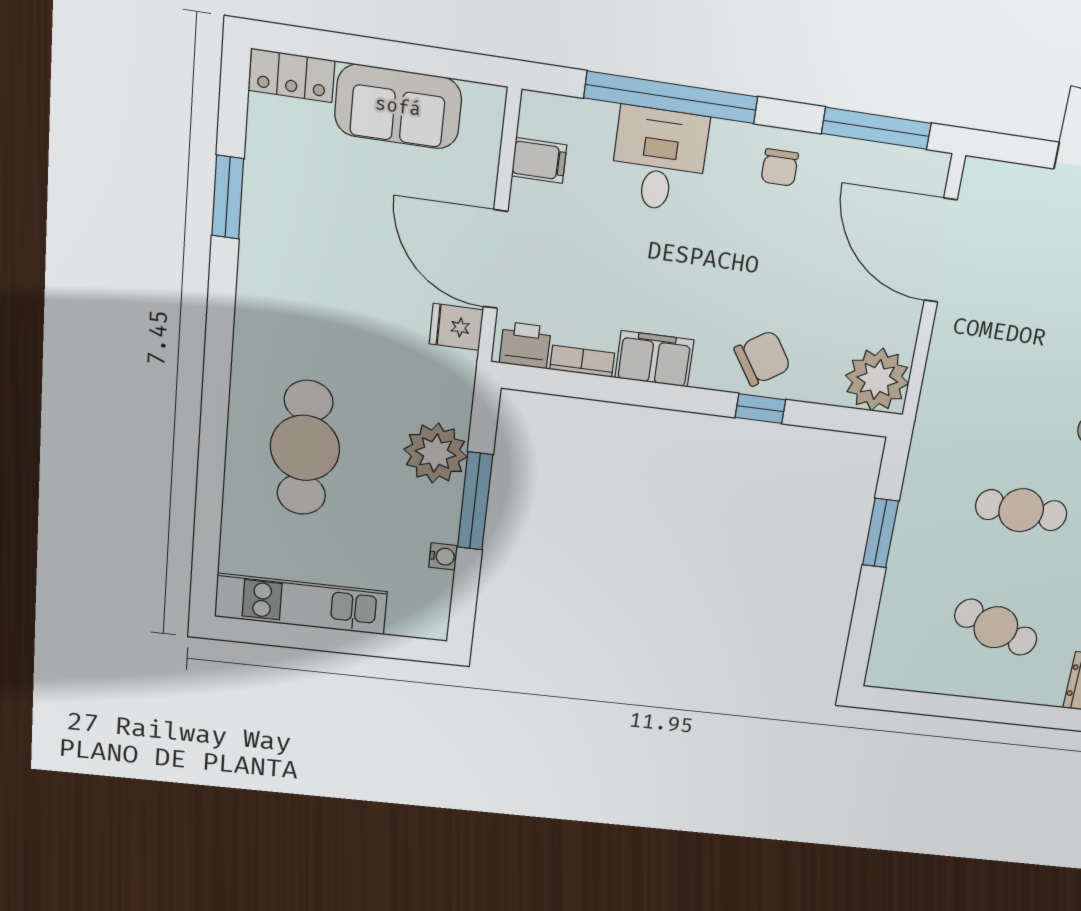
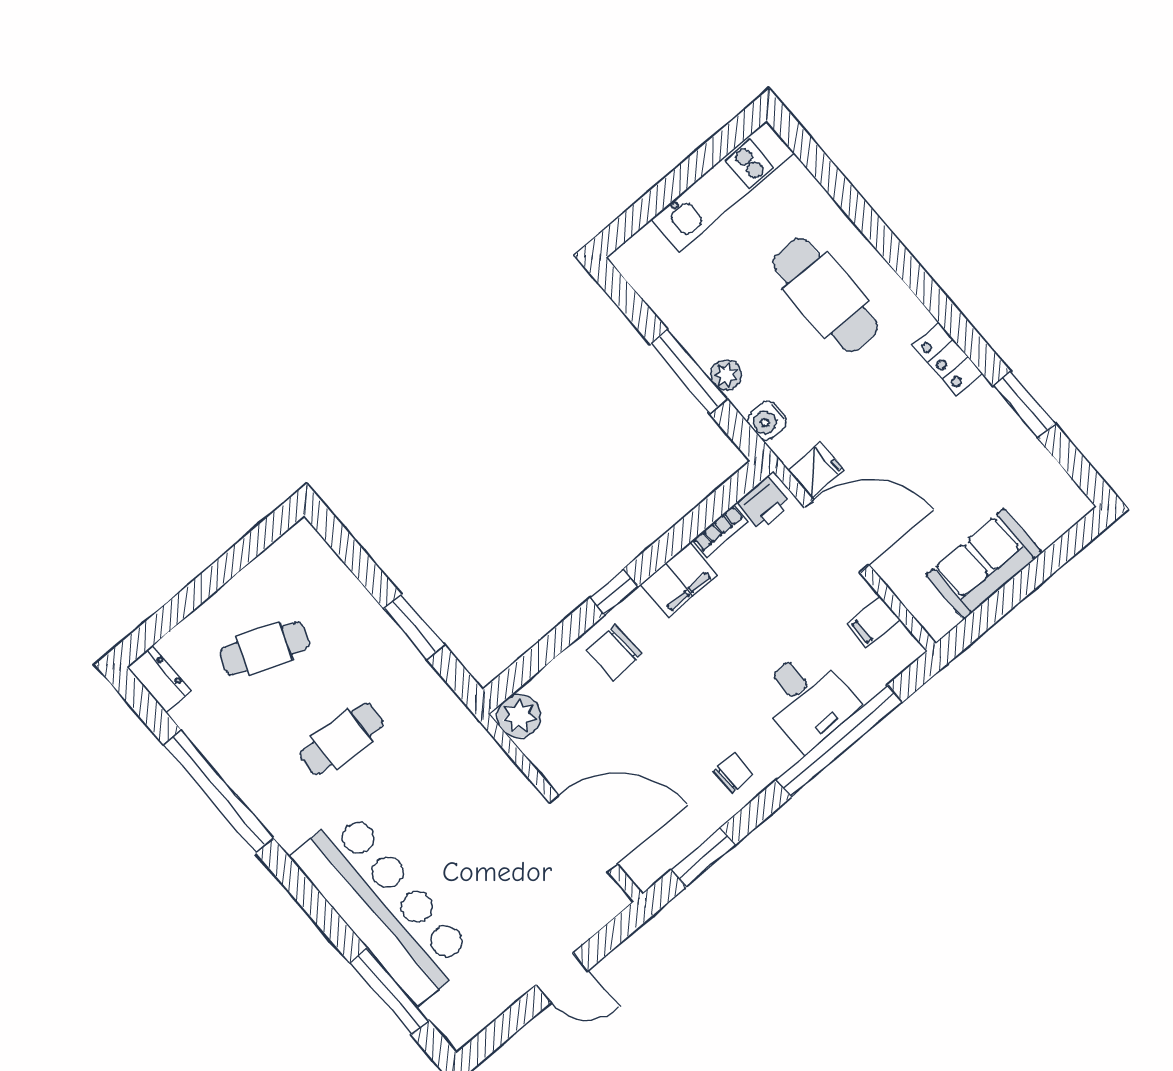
locker: (292, 75) -> (948, 359), moved, turned -90
window: (876, 128) -> (703, 857), width x0.69
chair: (780, 167) -> (733, 773), turned 90
chair: (762, 358) -> (615, 652), turned 31
plant: (877, 380) -> (519, 716), width x0.73, depth x0.73
window: (760, 409) -> (614, 592), moved
plant: (436, 453) -> (726, 375), width x0.53, depth x0.53
water cooler: (443, 556) -> (767, 421), moved, width x1.38, depth x1.38

